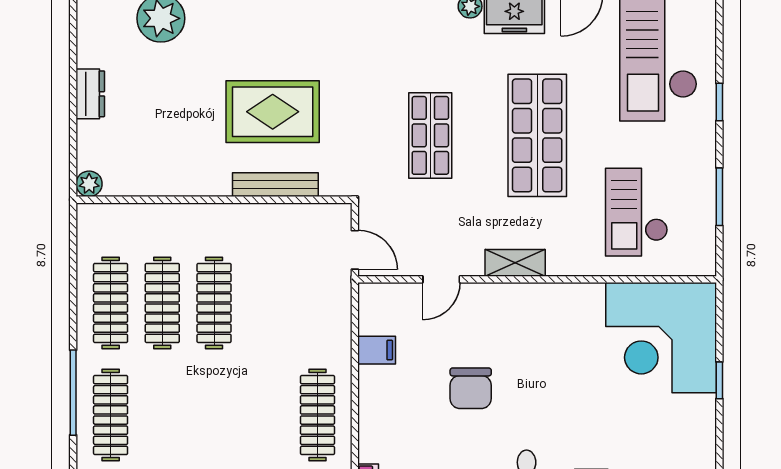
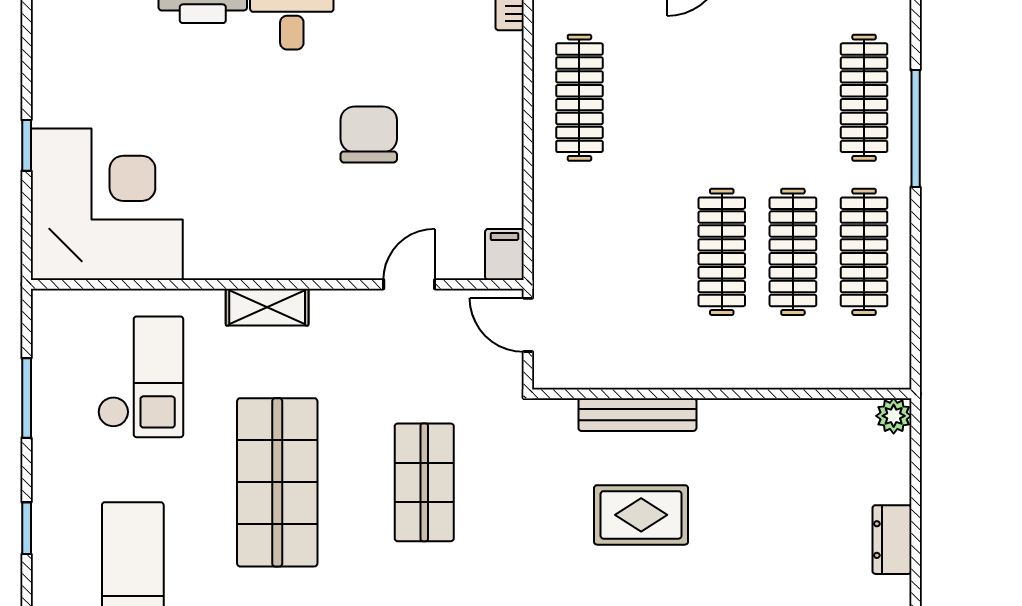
rug: (273, 112) -> (641, 515), width x0.73, depth x0.70
shelving: (515, 263) -> (267, 307), moved
filing cabinet: (377, 350) -> (504, 254), moved, turned 90

